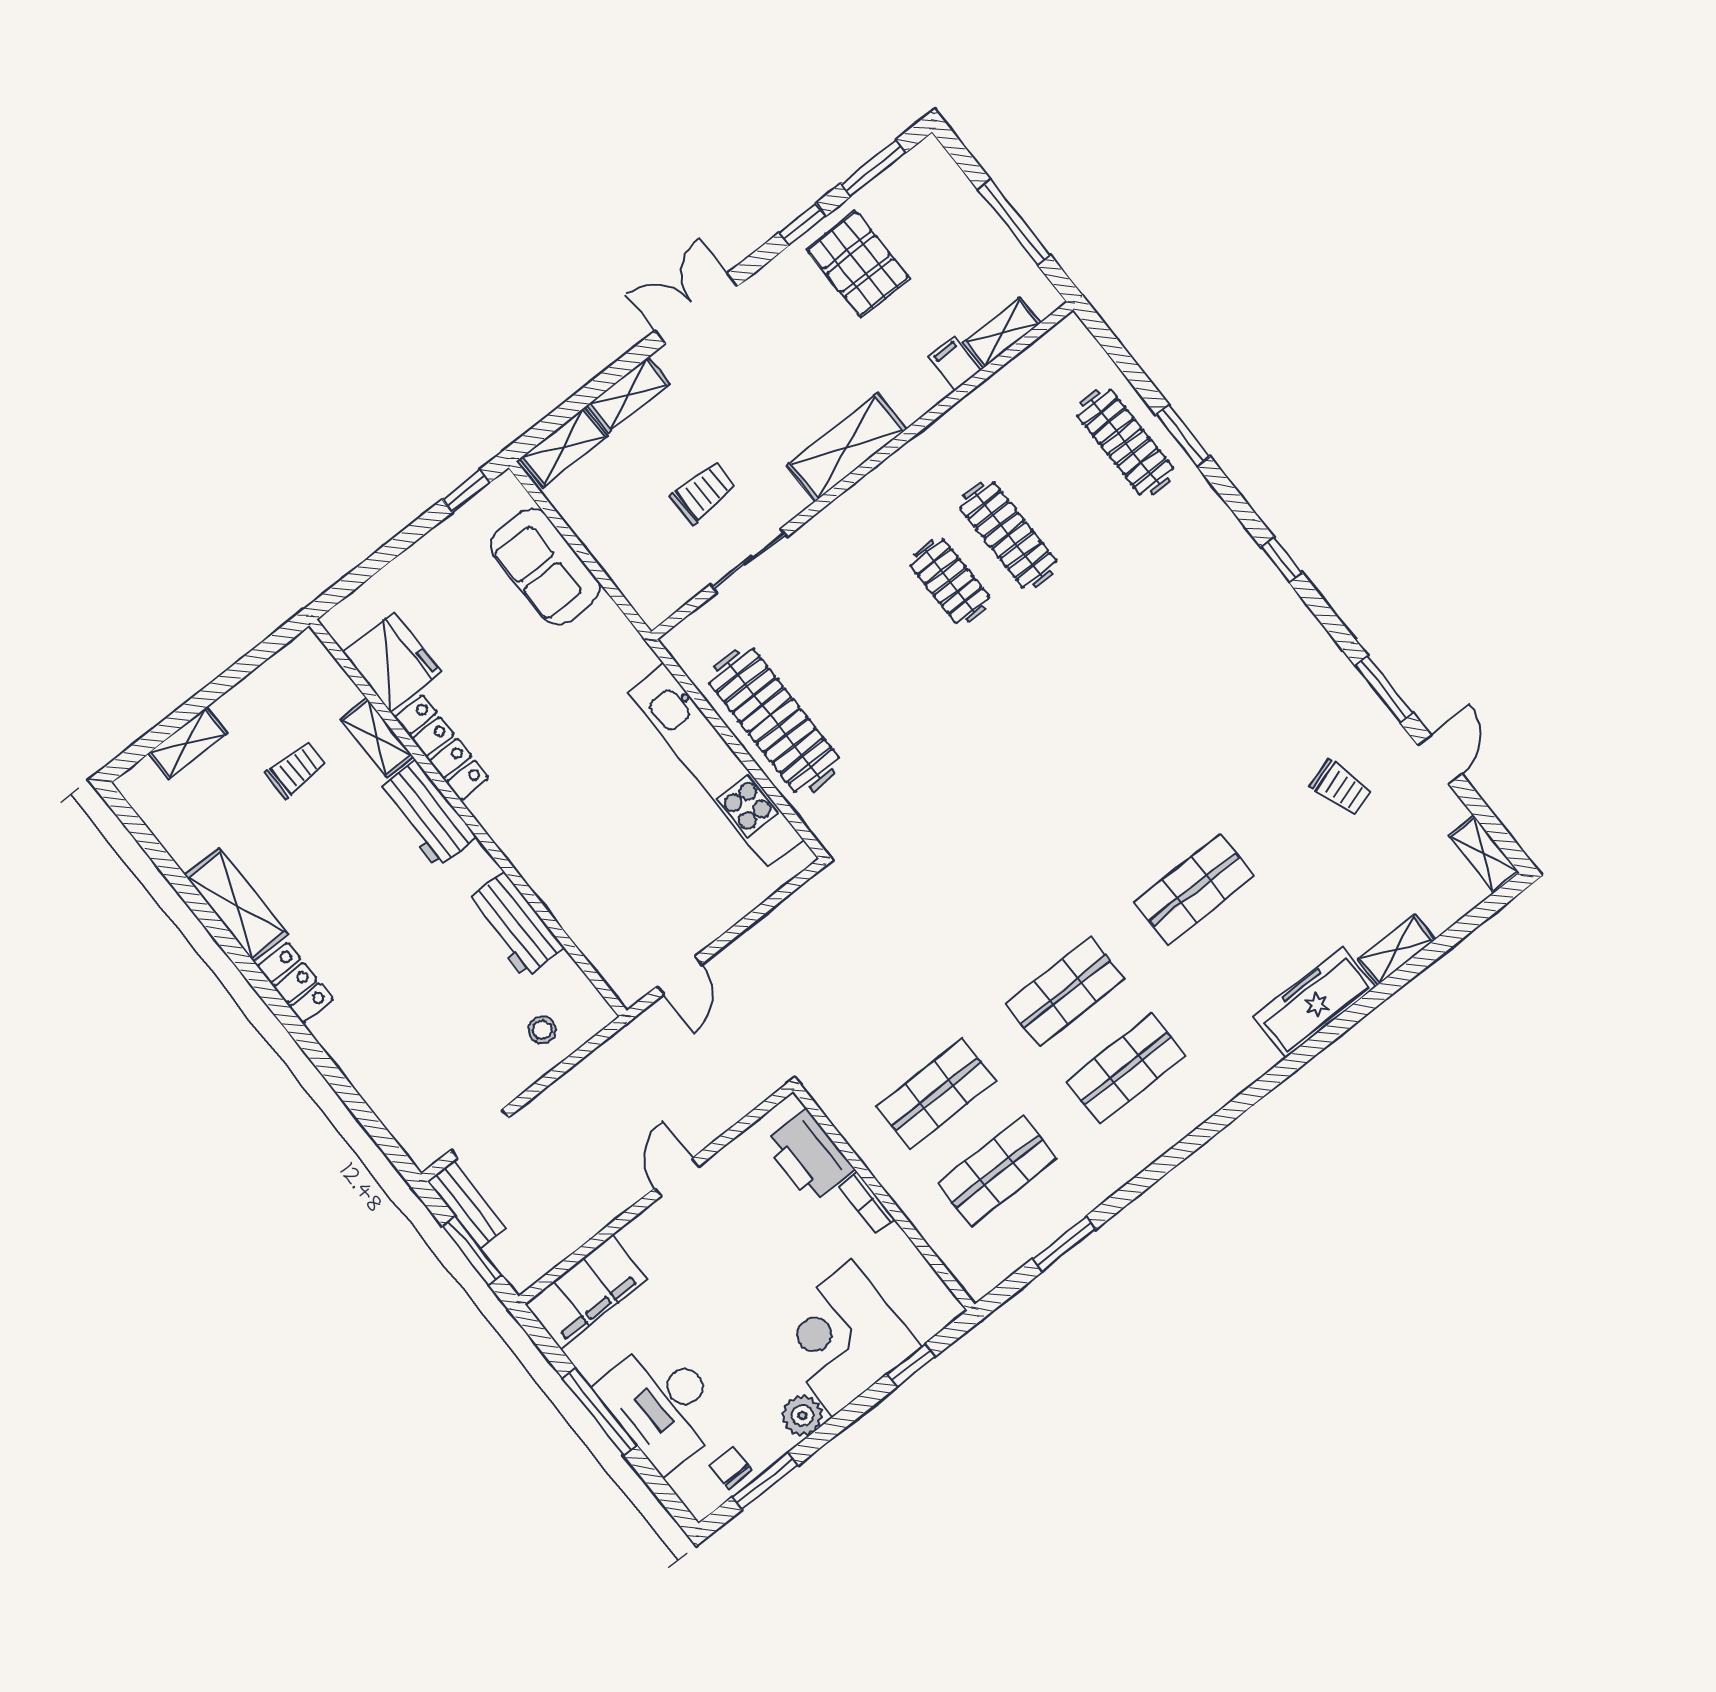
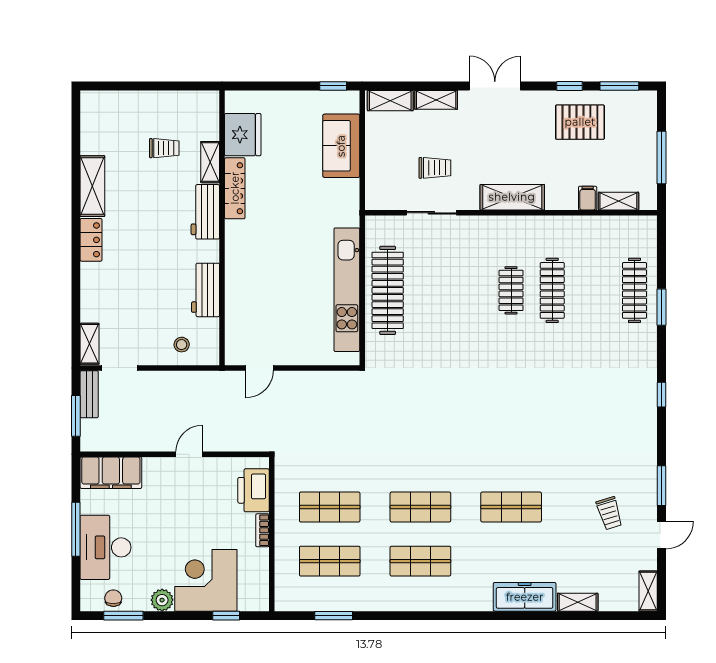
pallet: (858, 264) -> (580, 122), turned 90
shelving: (187, 743) -> (89, 344), moved, turned 90

